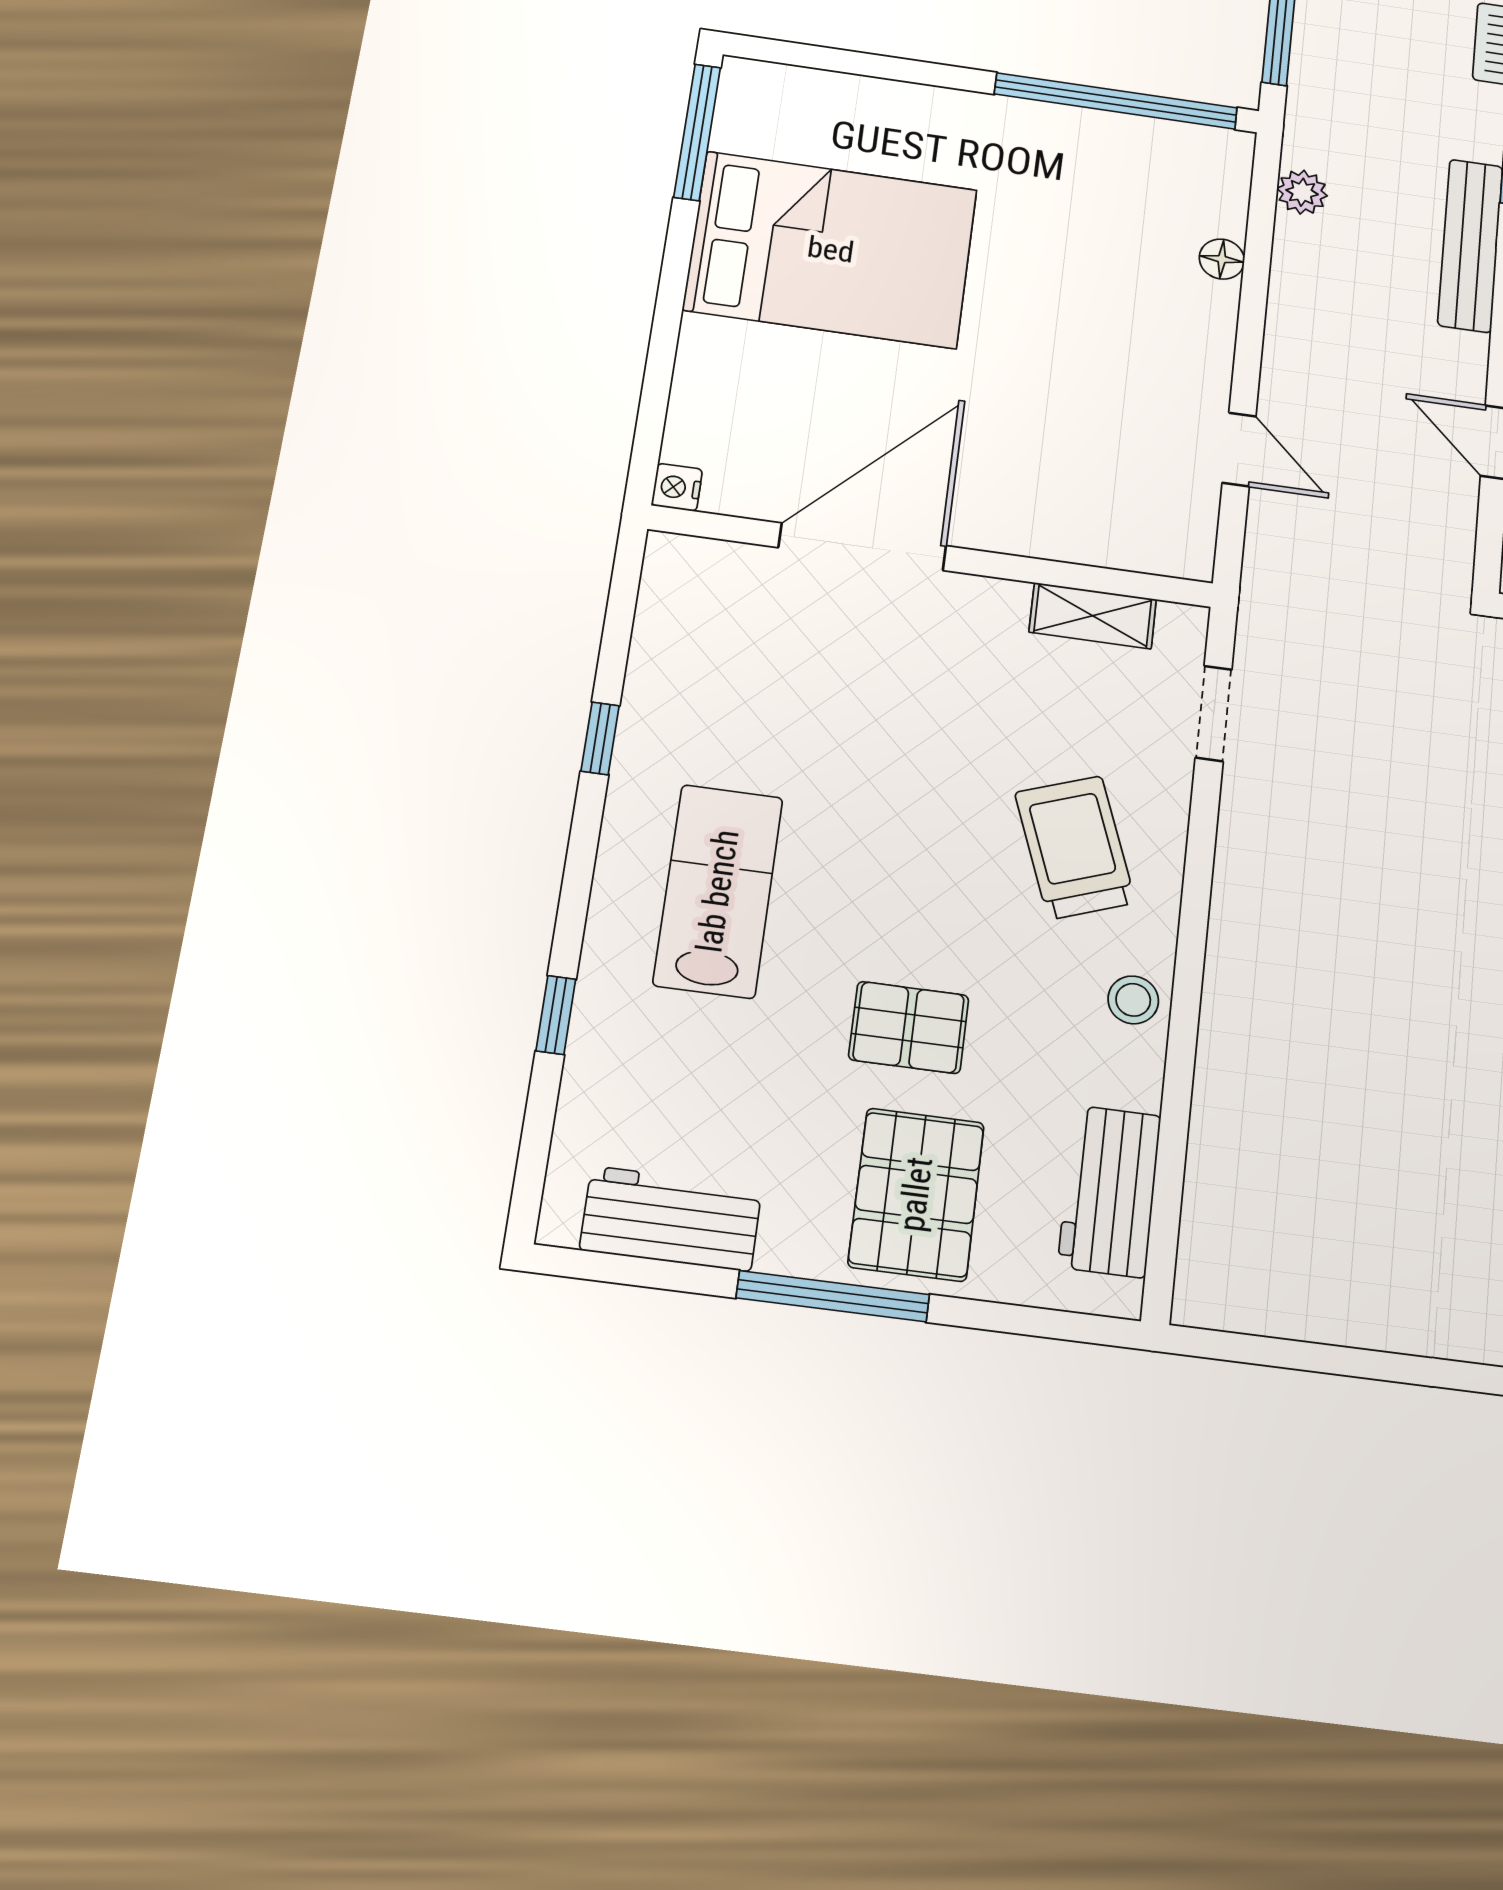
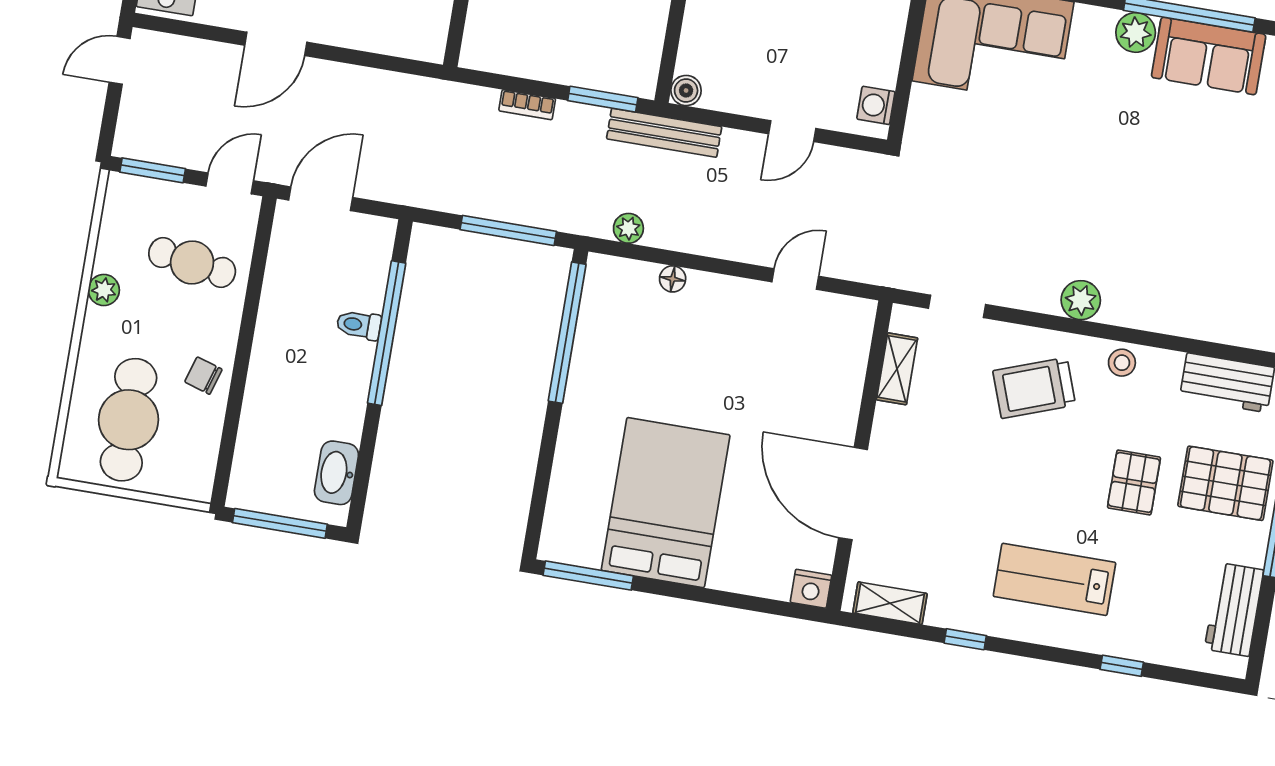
nightstand: (677, 487) -> (811, 589), width x1.39, depth x1.35
shelving: (664, 610) -> (890, 603), added
plant: (1243, 925) -> (1081, 300), added

